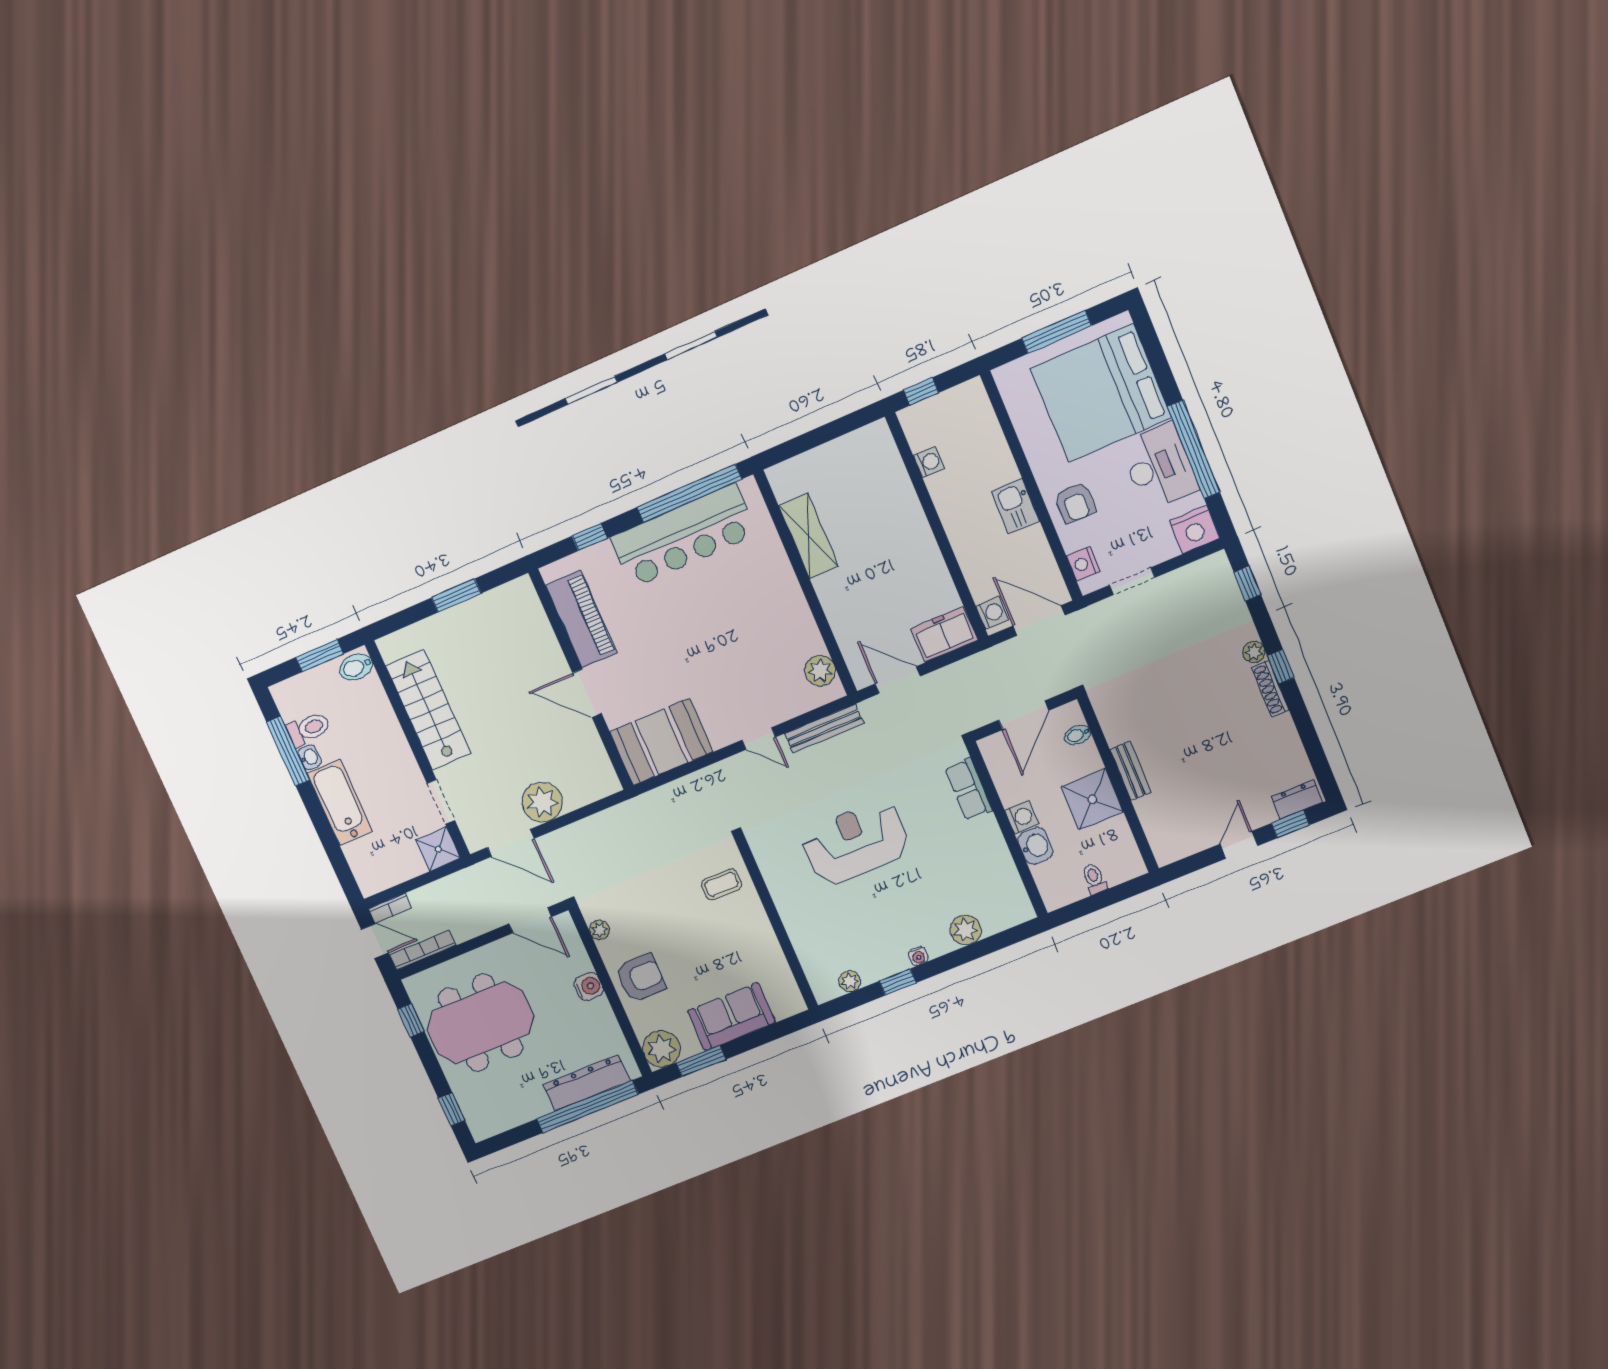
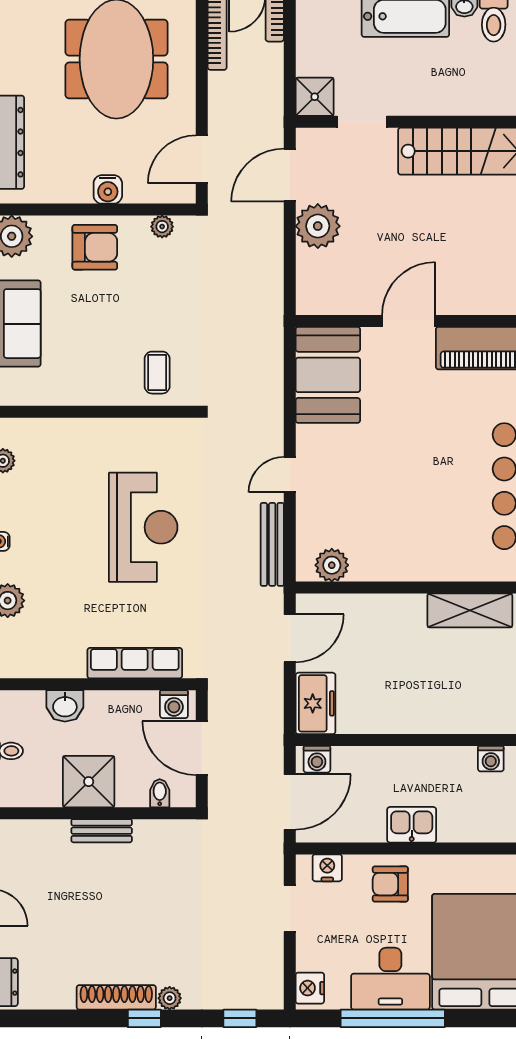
nightstand: (1194, 530) -> (310, 988), width x0.74, depth x0.75
shoe rack: (1270, 688) -> (116, 997), width x1.36, depth x1.24
row of seats: (969, 789) -> (135, 663), width x1.48
washing machine: (1022, 817) -> (174, 704), moved
armchair: (641, 978) -> (95, 247), turned -90

